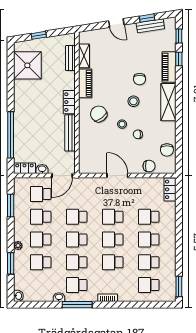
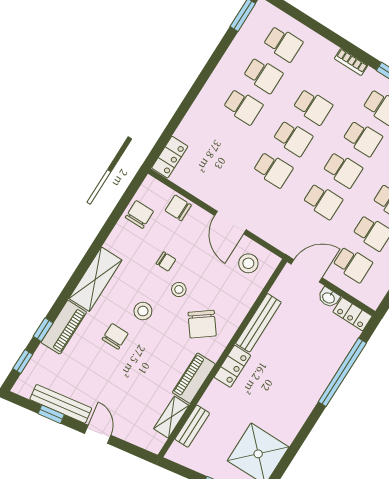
bench: (150, 26) -> (61, 404), width x1.36
stool: (95, 160) -> (248, 263), added
school desk: (149, 217) -> (223, 138), removed

